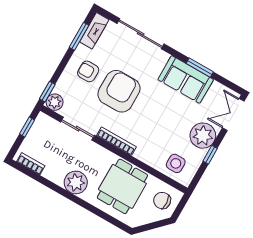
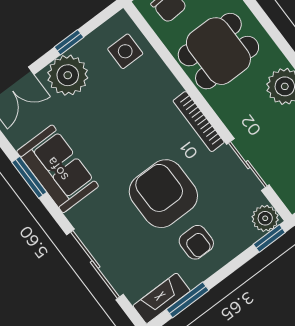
armchair: (119, 91) -> (163, 194), turned 90

